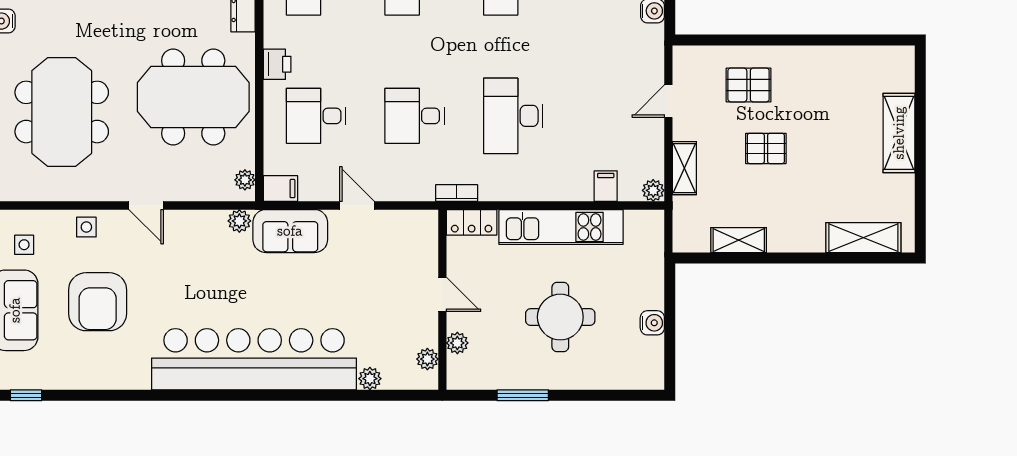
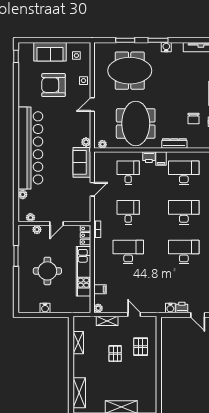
filing cabinet: (280, 189) -> (161, 159), moved

